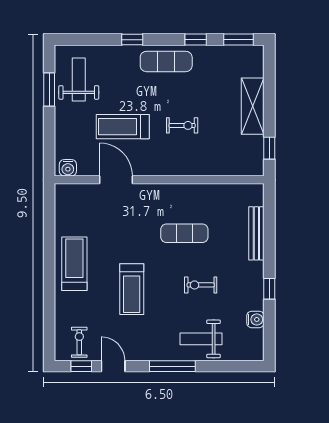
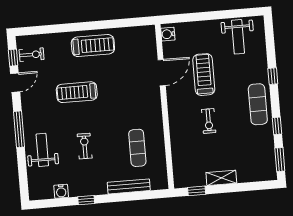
weight bench: (79, 79) -> (238, 37), turned 90
window: (49, 89) -> (228, 14), removed
shelving: (253, 106) -> (221, 178), width x0.67, depth x0.75
exercise mat: (184, 233) -> (137, 148), moved

